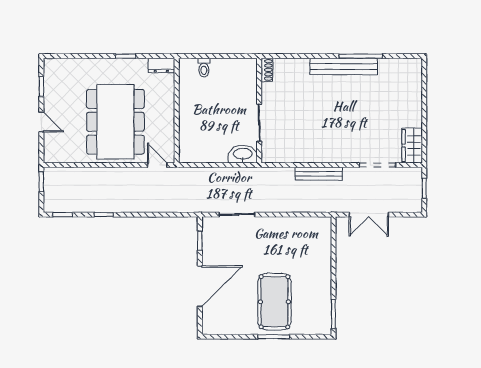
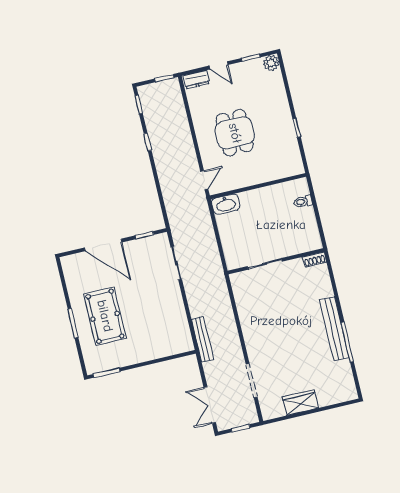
dresser: (161, 65) -> (196, 80), moved, turned -90
plant: (52, 67) -> (271, 63), added
door: (41, 122) -> (218, 65), hinge flipped
dining table: (115, 122) -> (235, 133), width x0.53, depth x0.80
wardrobe: (412, 146) -> (300, 402), moved
washbasin: (243, 154) -> (226, 204), moved, turned 90
bench: (319, 174) -> (202, 339), moved
double door: (369, 215) -> (210, 405), moved
pool table: (274, 302) -> (105, 316), turned 90

